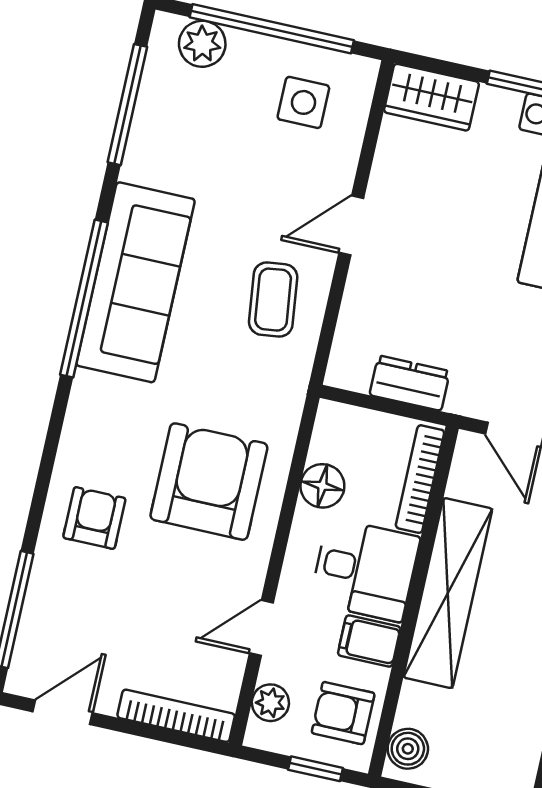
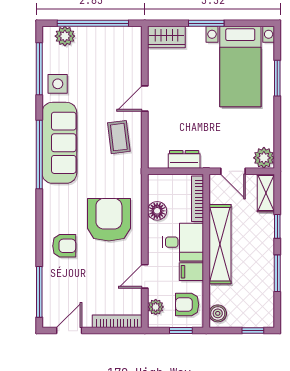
side table: (303, 102) -> (58, 84), moved
armchair: (94, 518) -> (64, 246), turned 90

